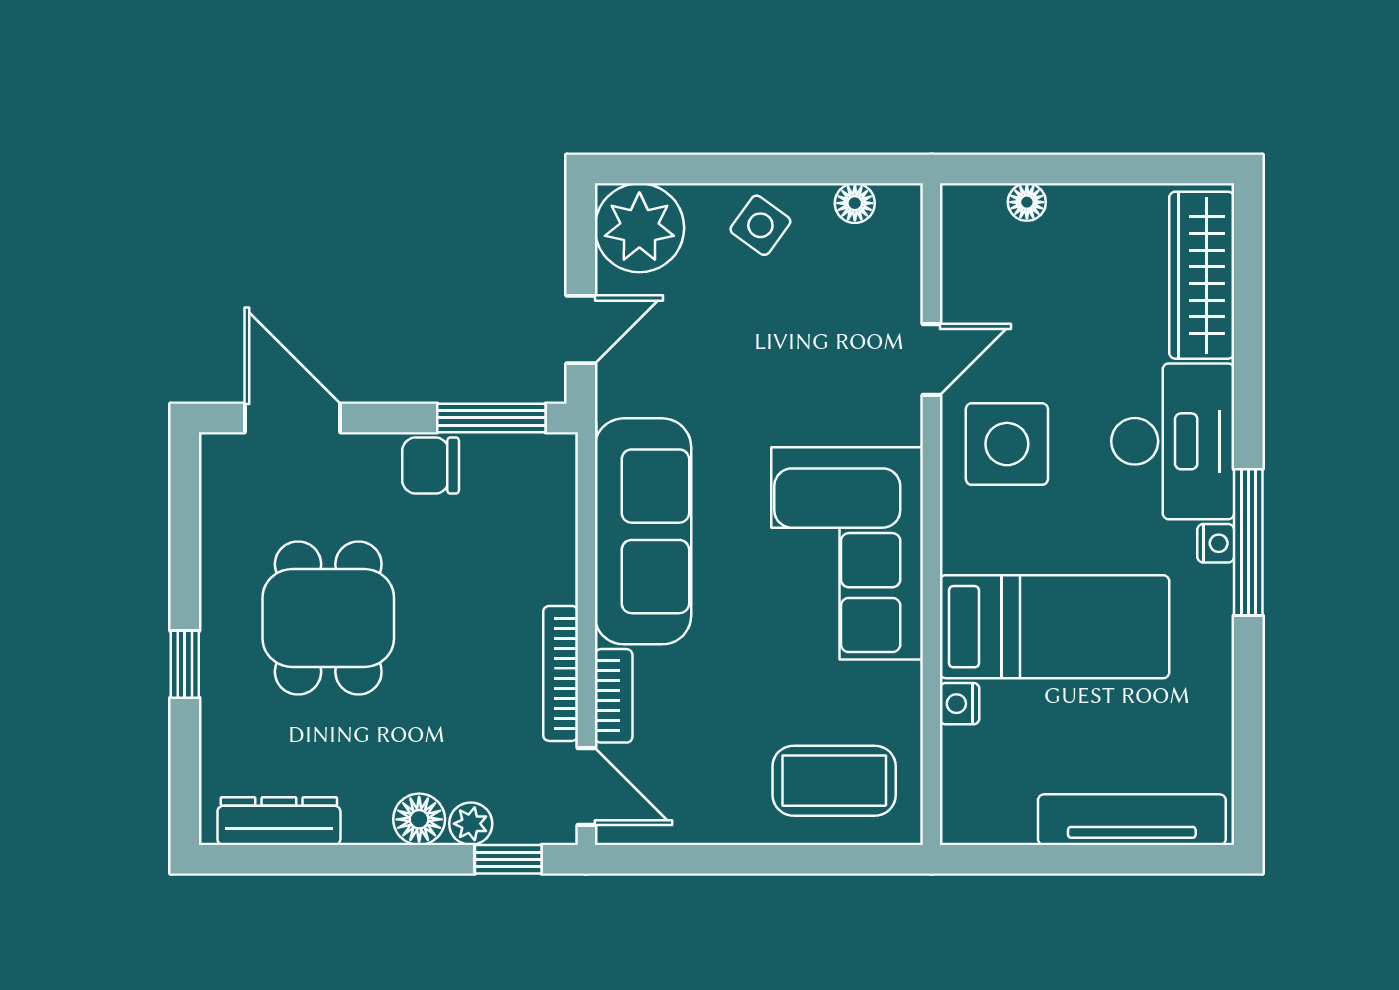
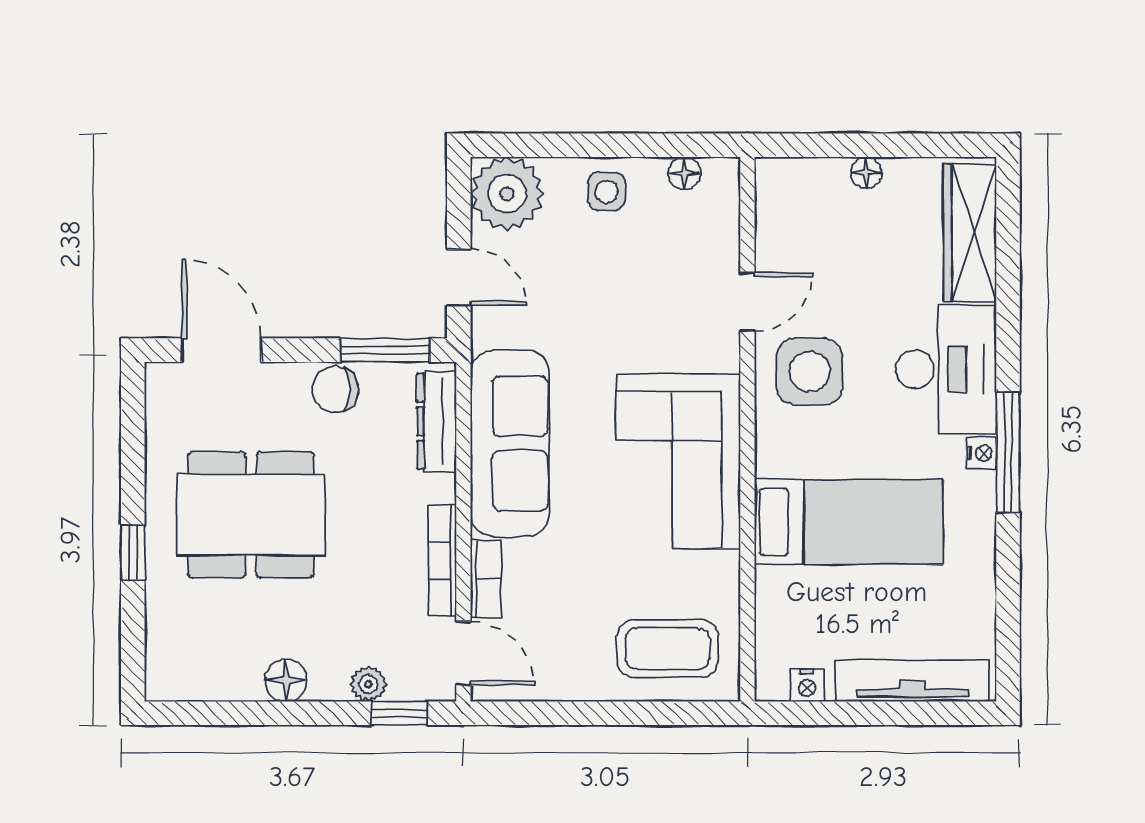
floor lamp: (1027, 202) -> (866, 172), moved
side table: (760, 225) -> (607, 192), turned -36
door: (581, 330) -> (459, 277), hinge flipped
dining table: (328, 618) -> (251, 515), width x1.37
nightstand: (960, 704) -> (807, 685), moved, turned -90
floor lamp: (419, 819) -> (286, 680), moved
dresser: (279, 821) -> (437, 421), moved, turned -90

